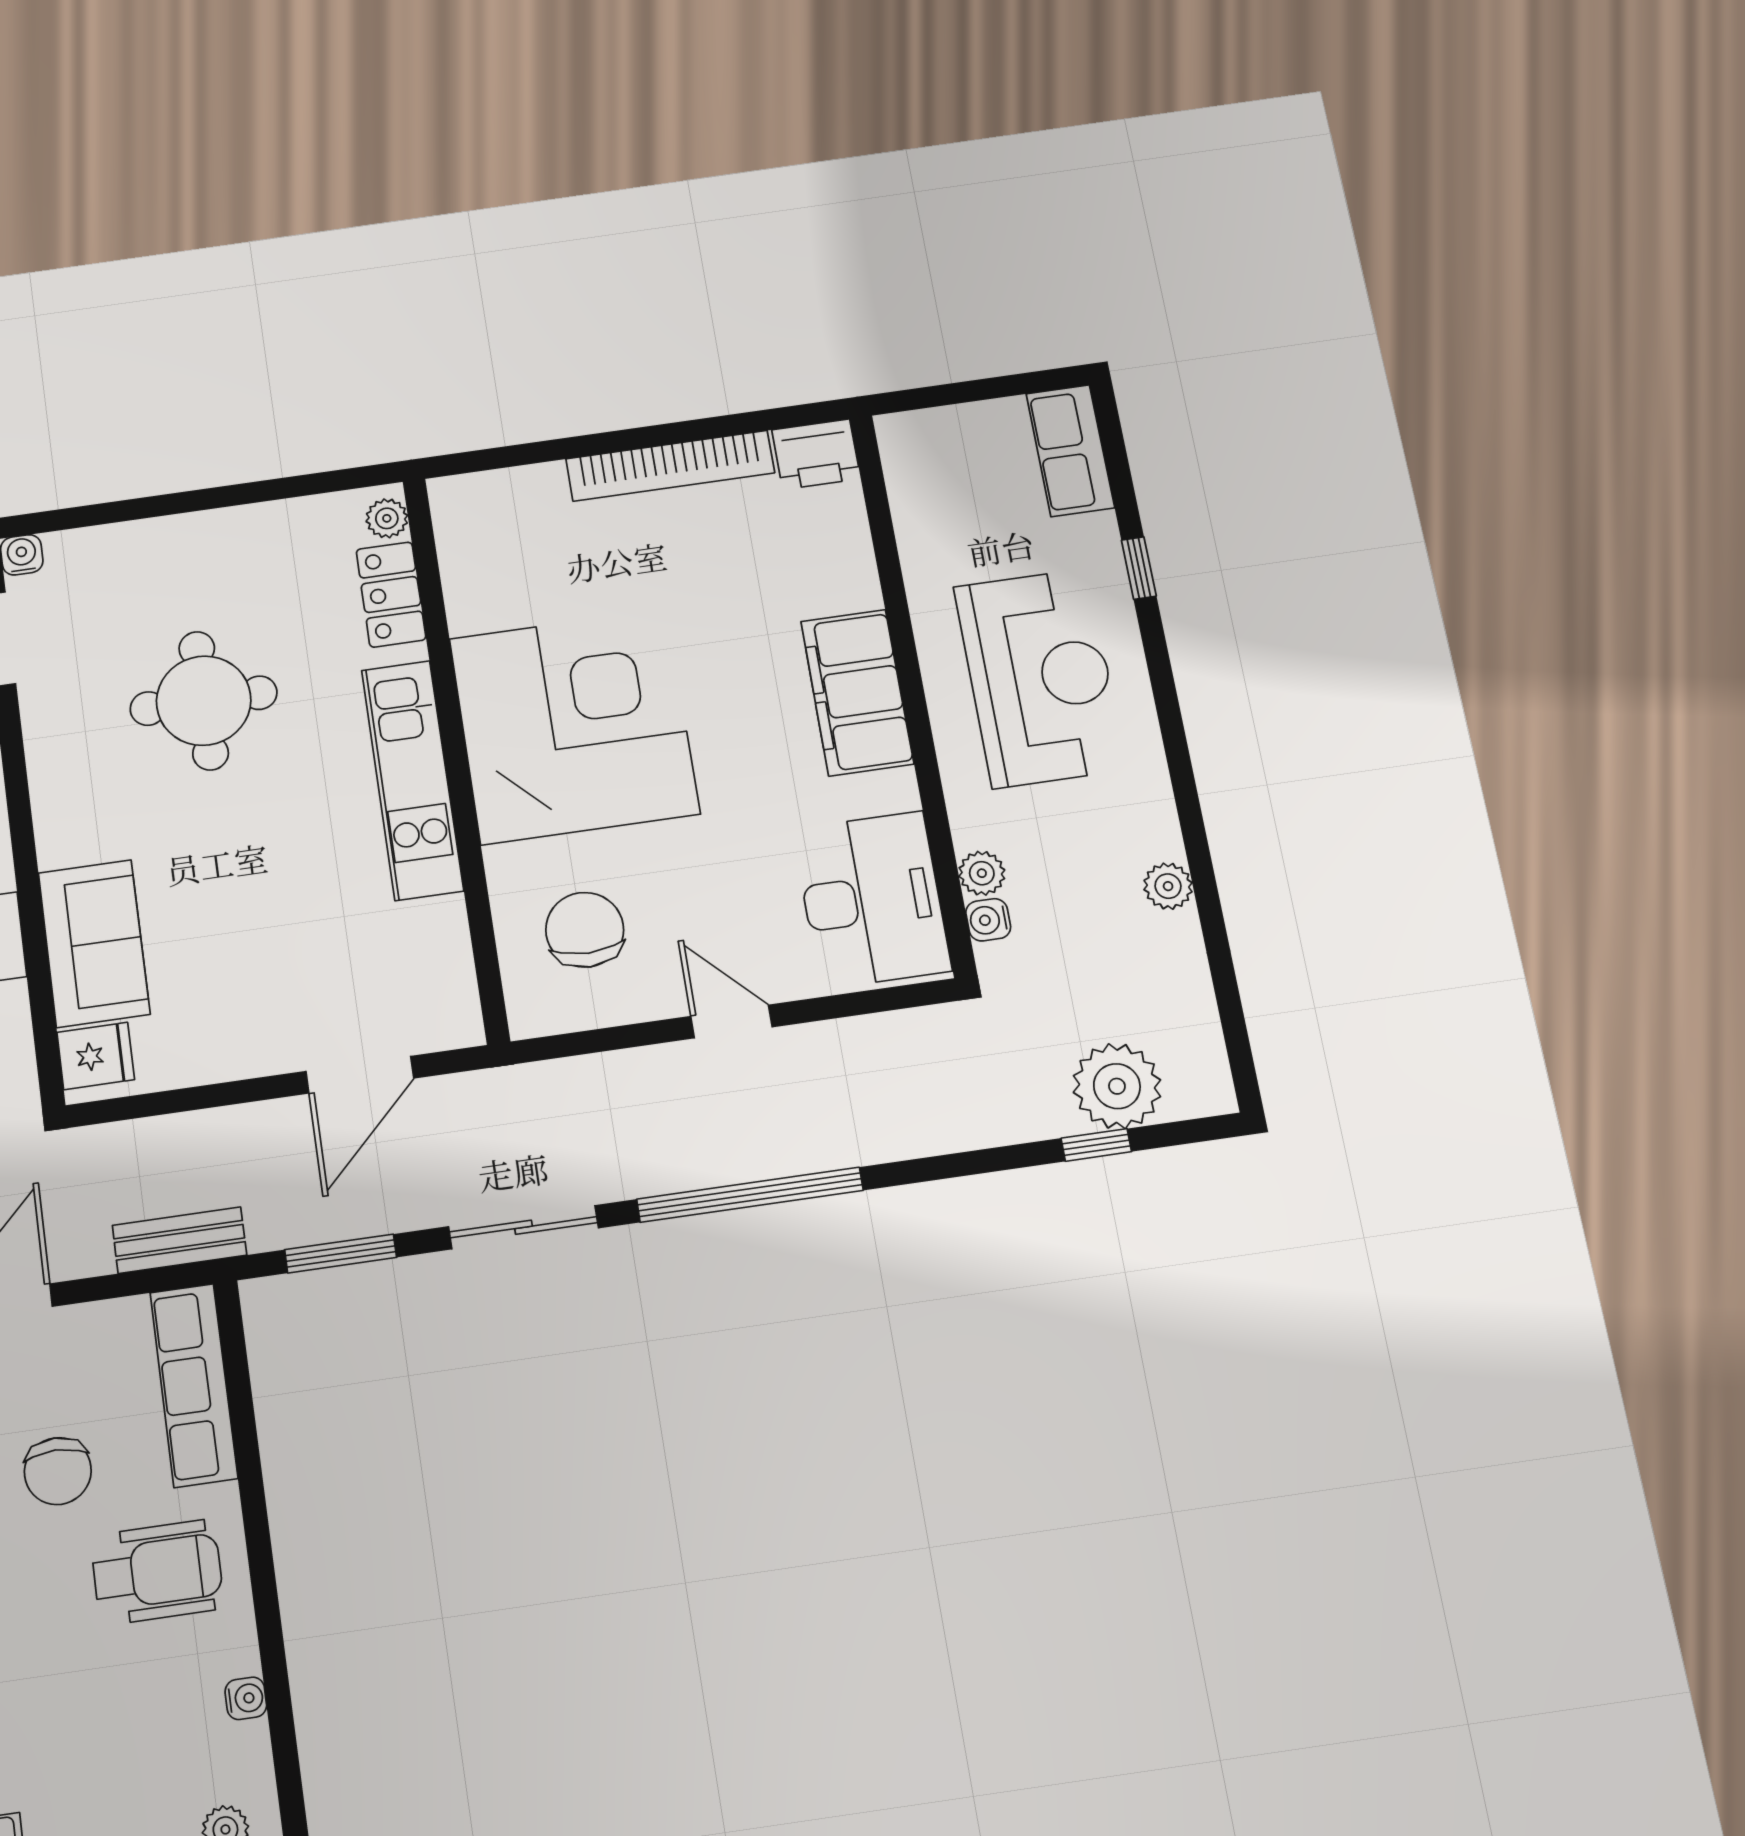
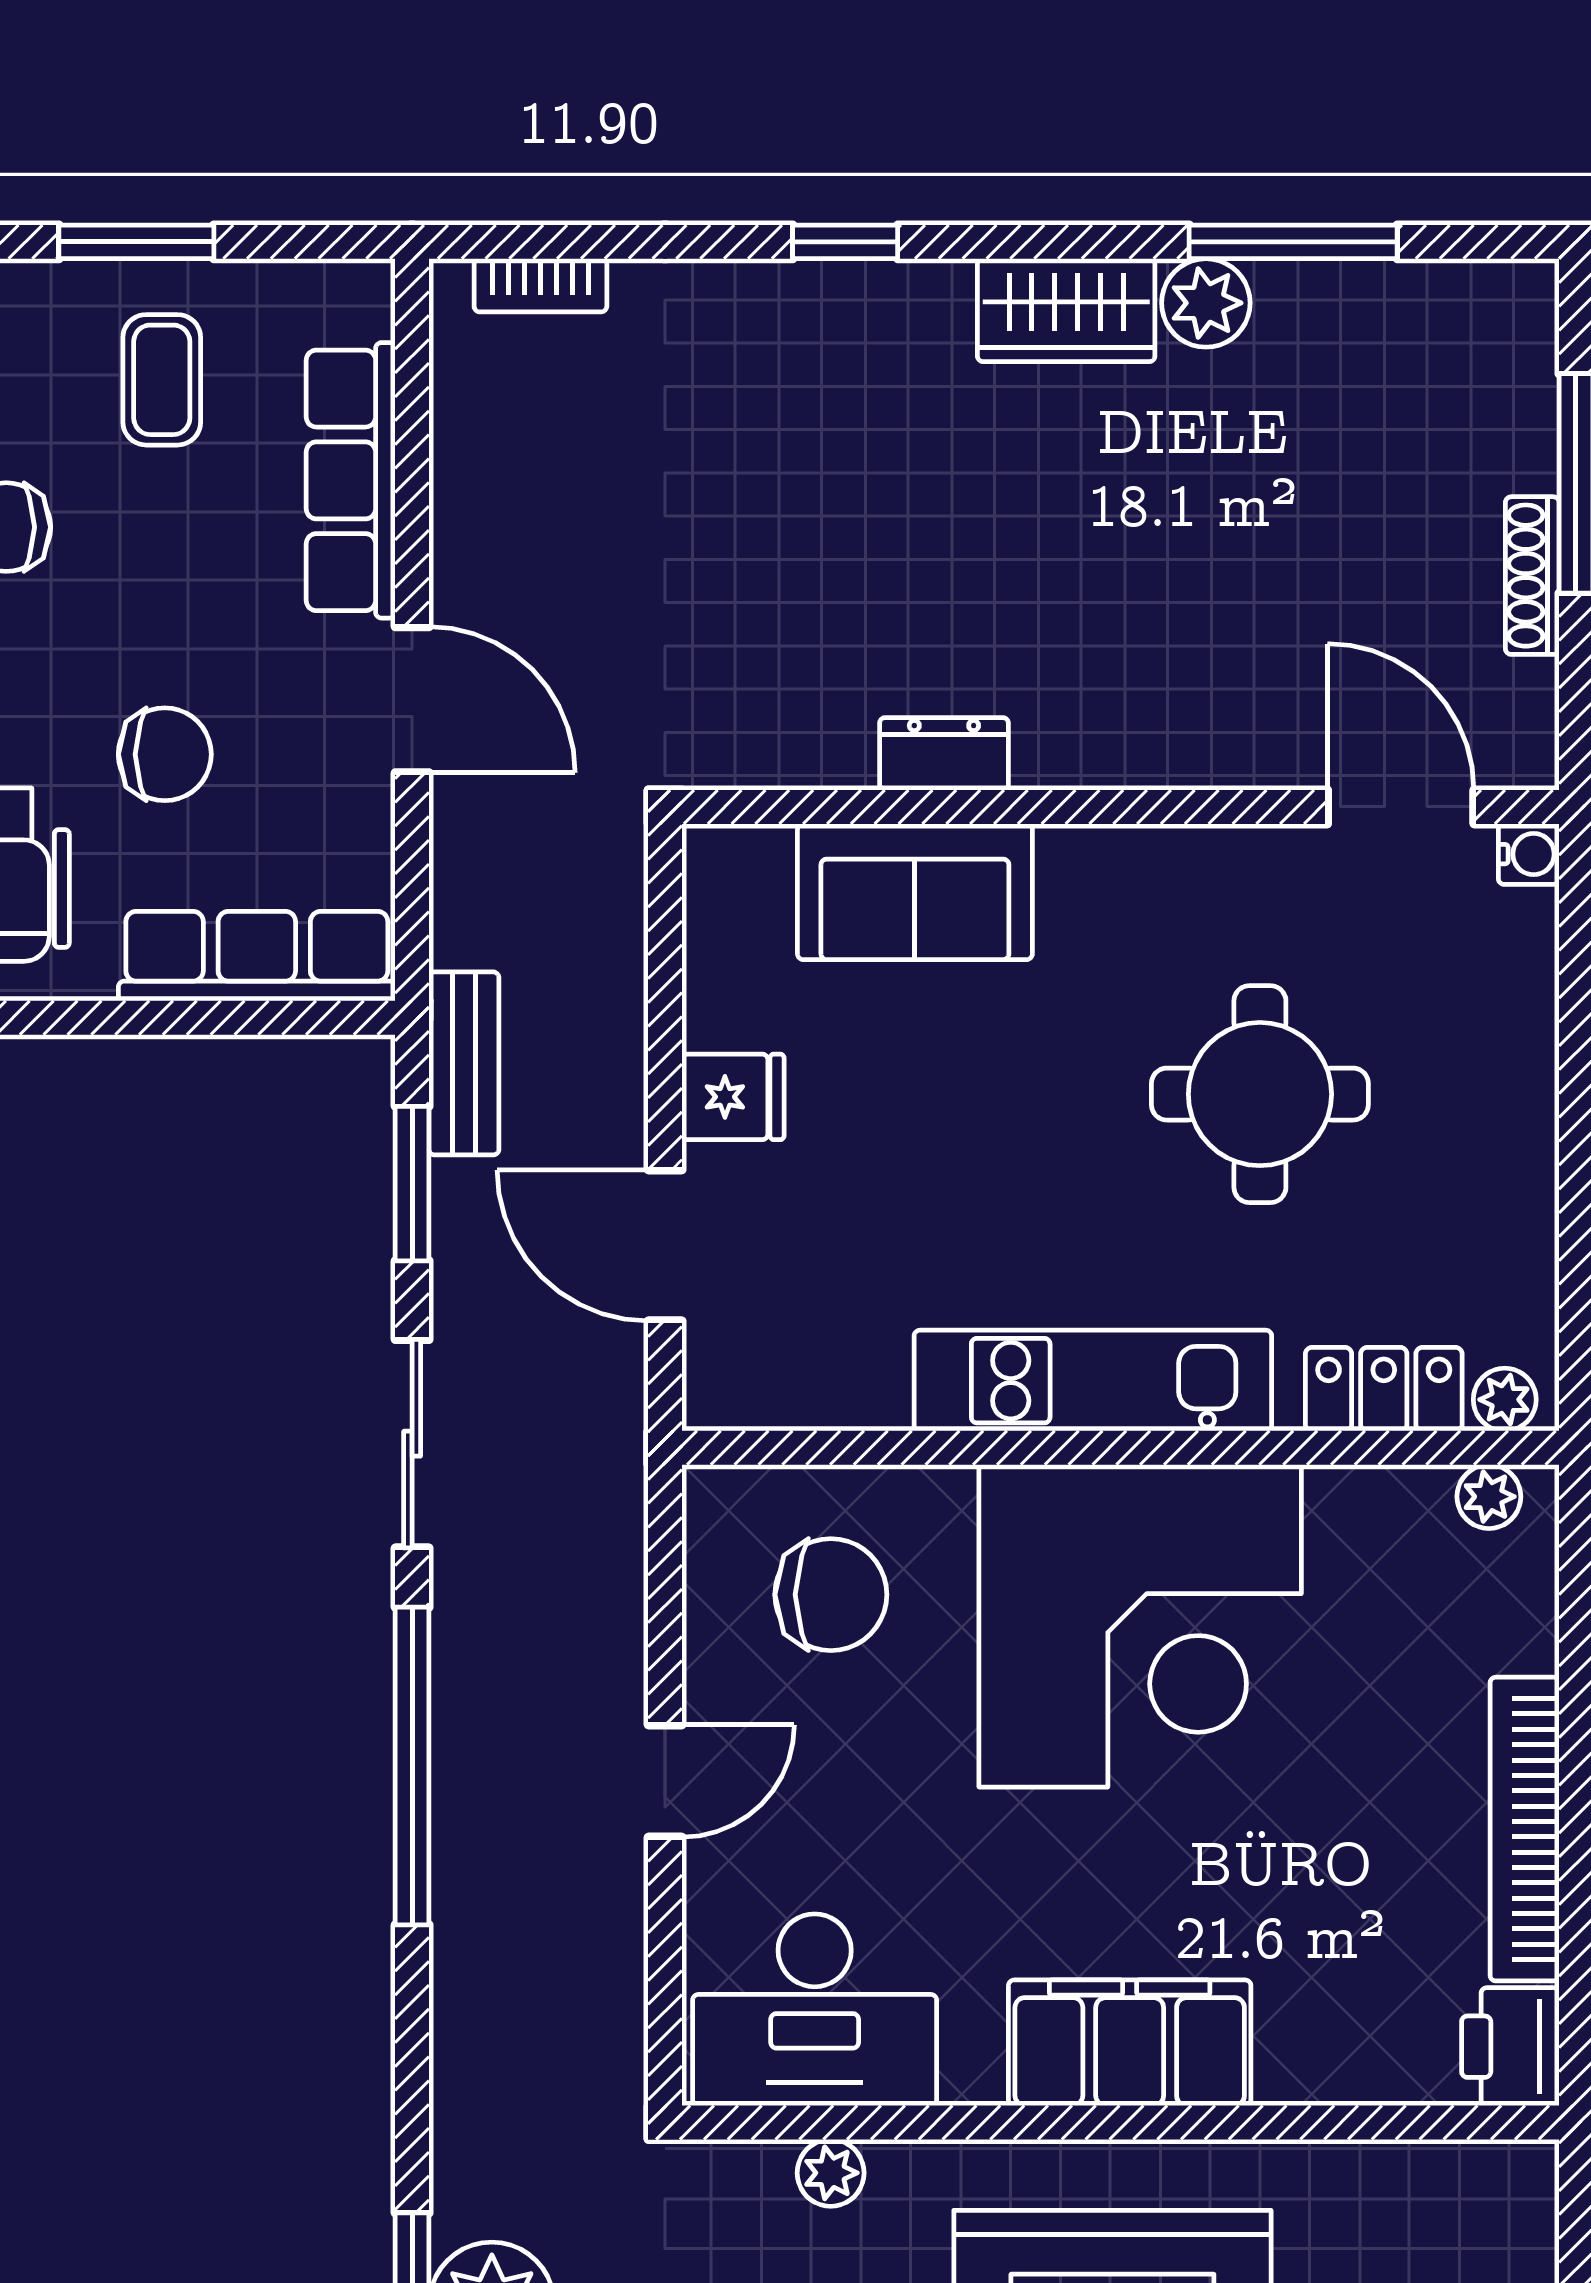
plant: (453, 519) -> (1489, 1497), added
water cooler: (988, 920) -> (760, 2169), removed
fridge: (96, 1056) -> (733, 1097), moved, turned -90
bench: (180, 1240) -> (464, 1063), moved
chair: (58, 1471) -> (165, 754), turned 180

